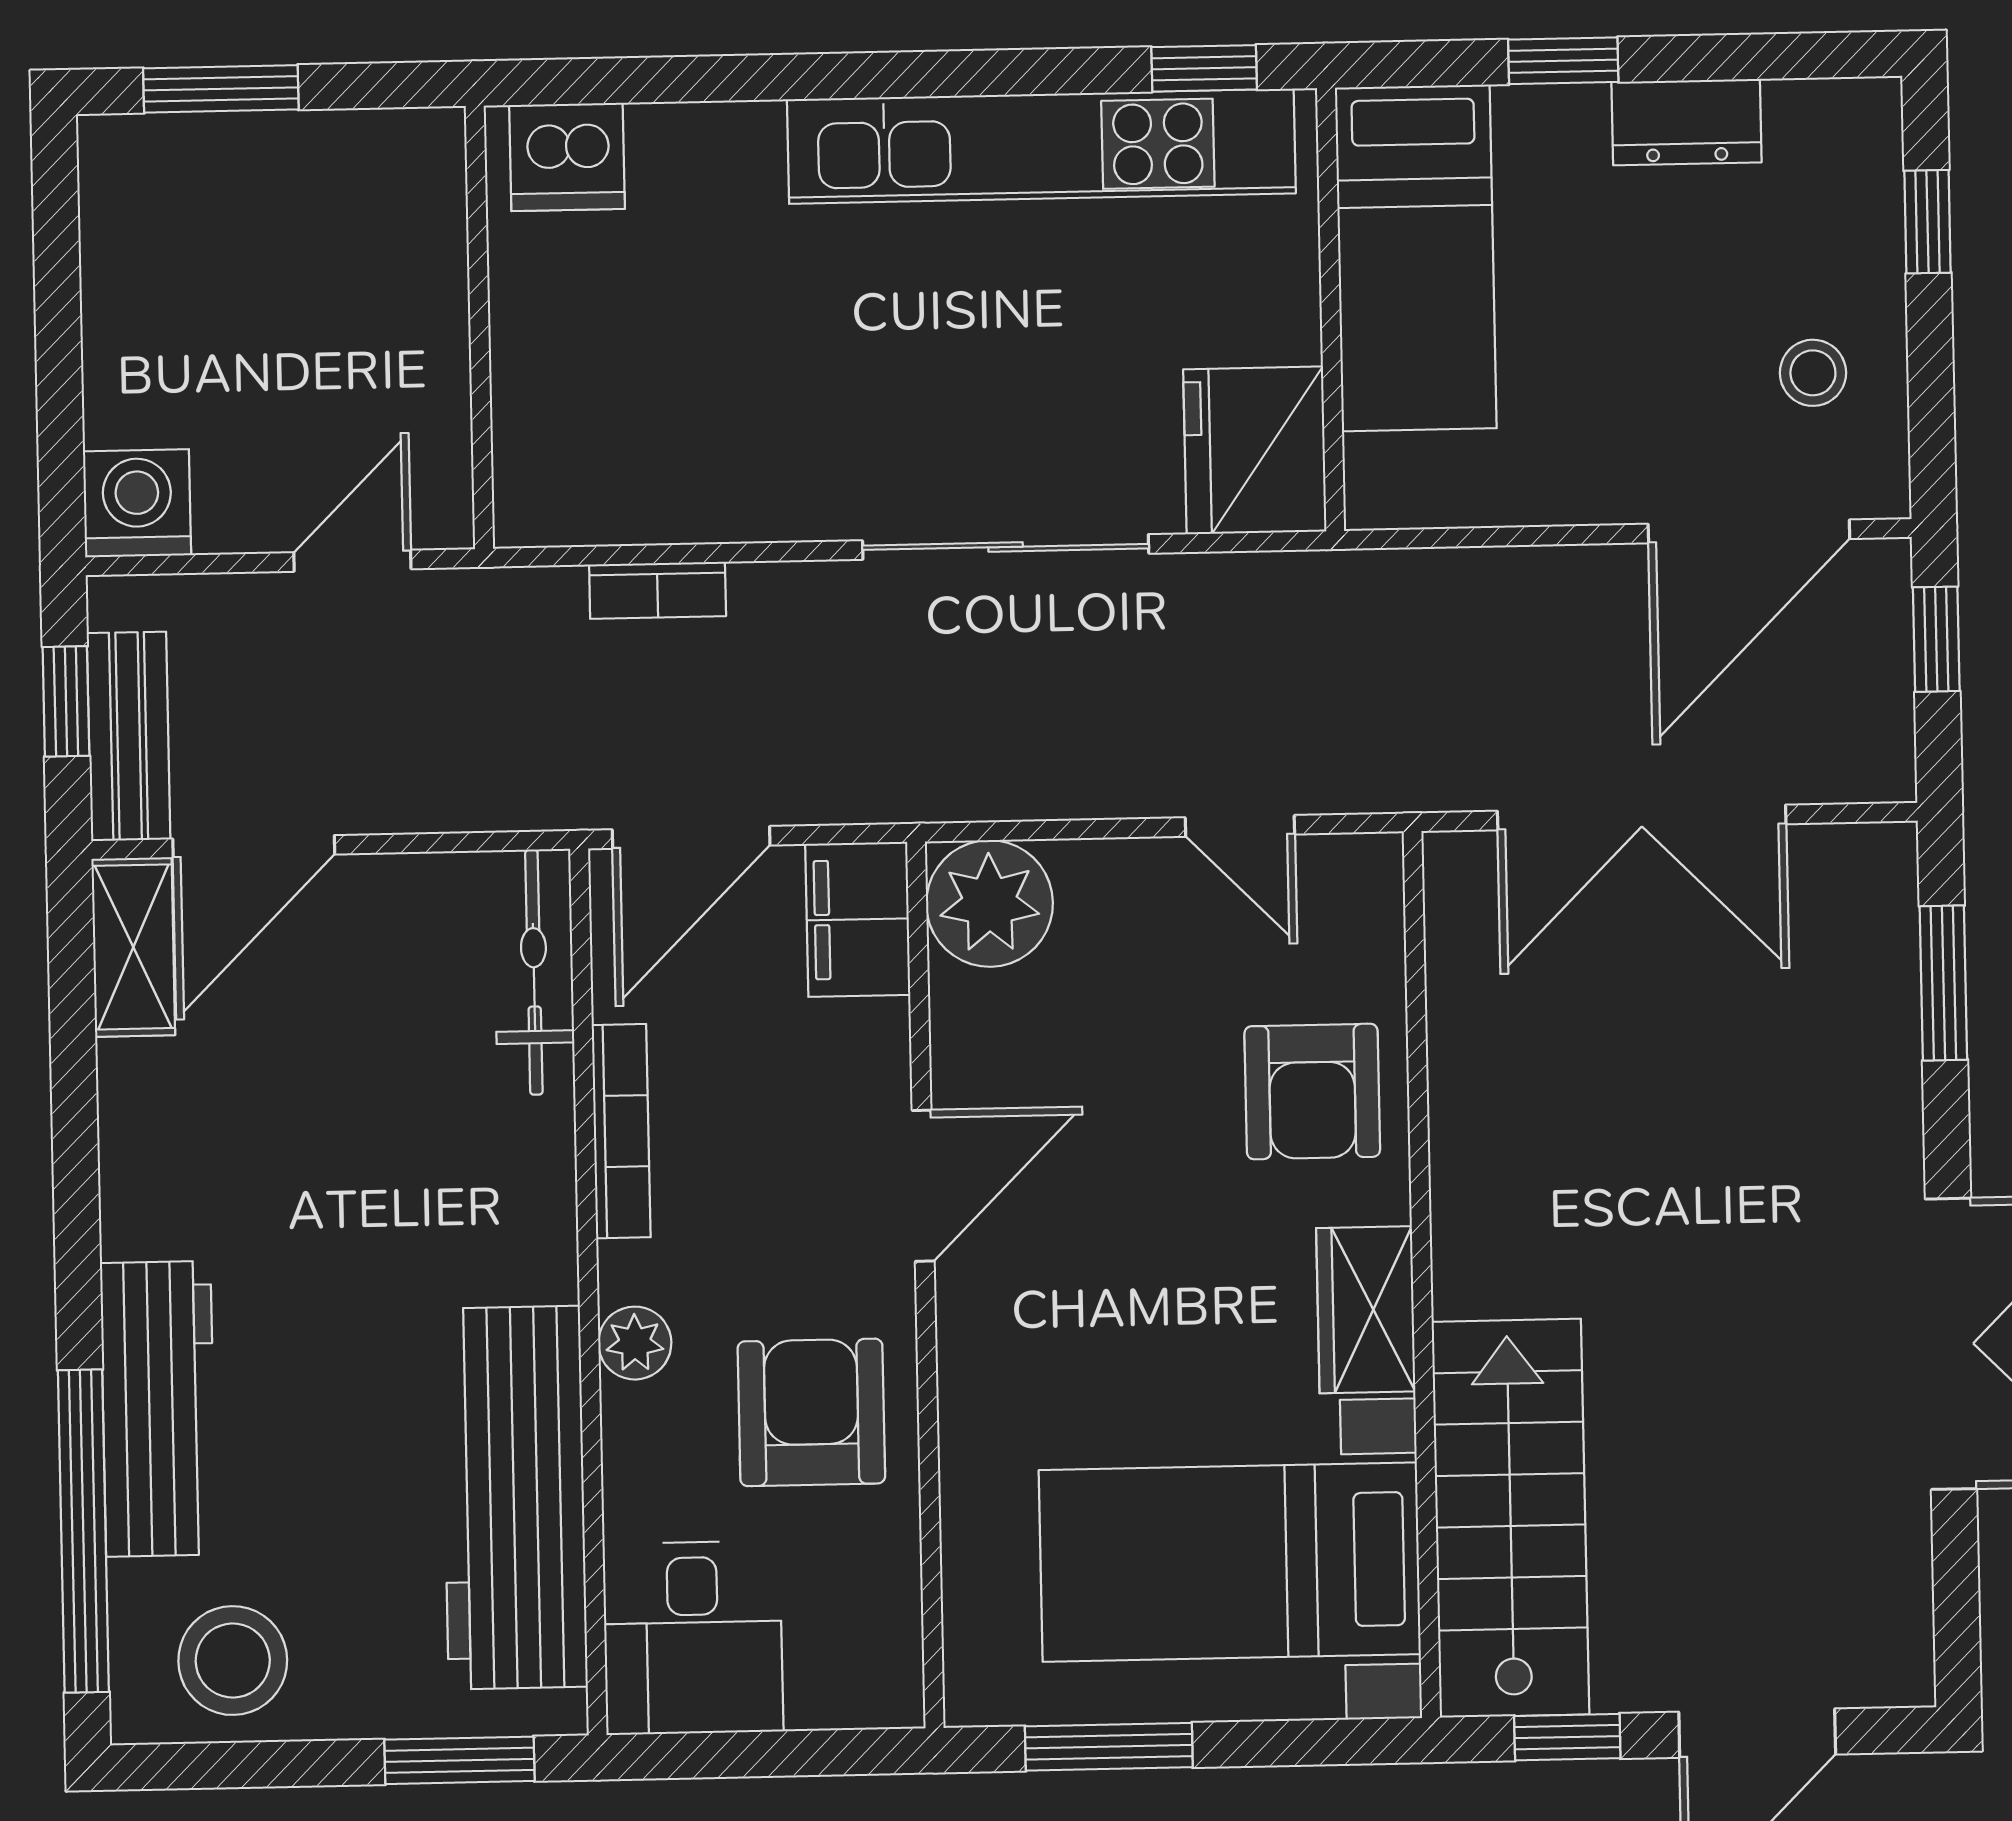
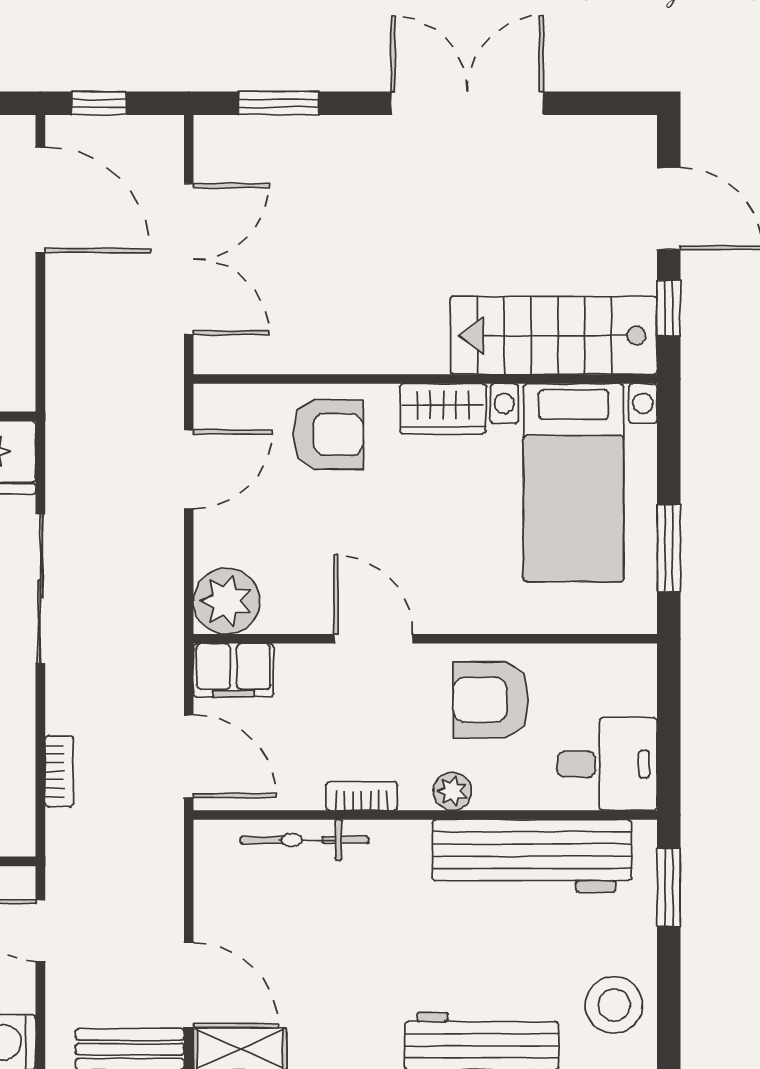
door: (1240, 826) -> (189, 469), width x1.38
bicycle: (534, 972) -> (305, 840), moved
bookcase: (621, 1131) -> (362, 796), width x0.64

